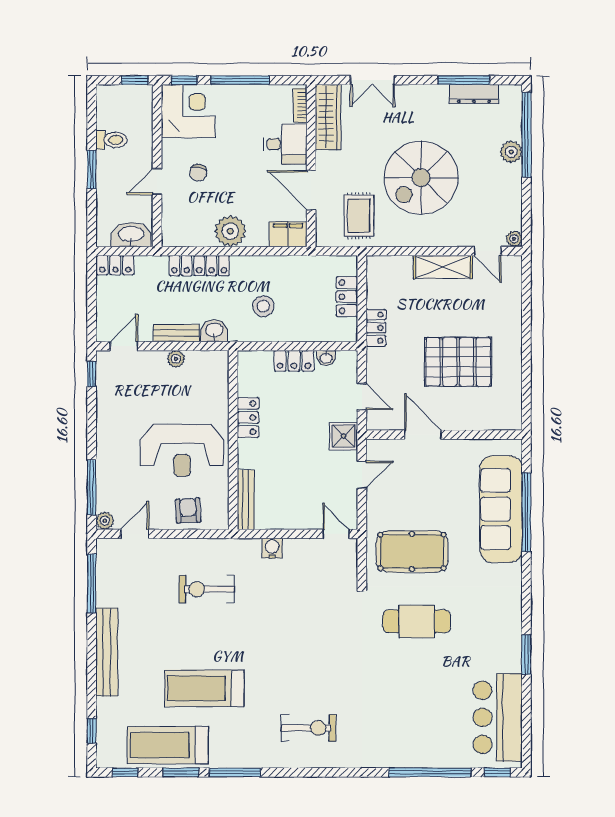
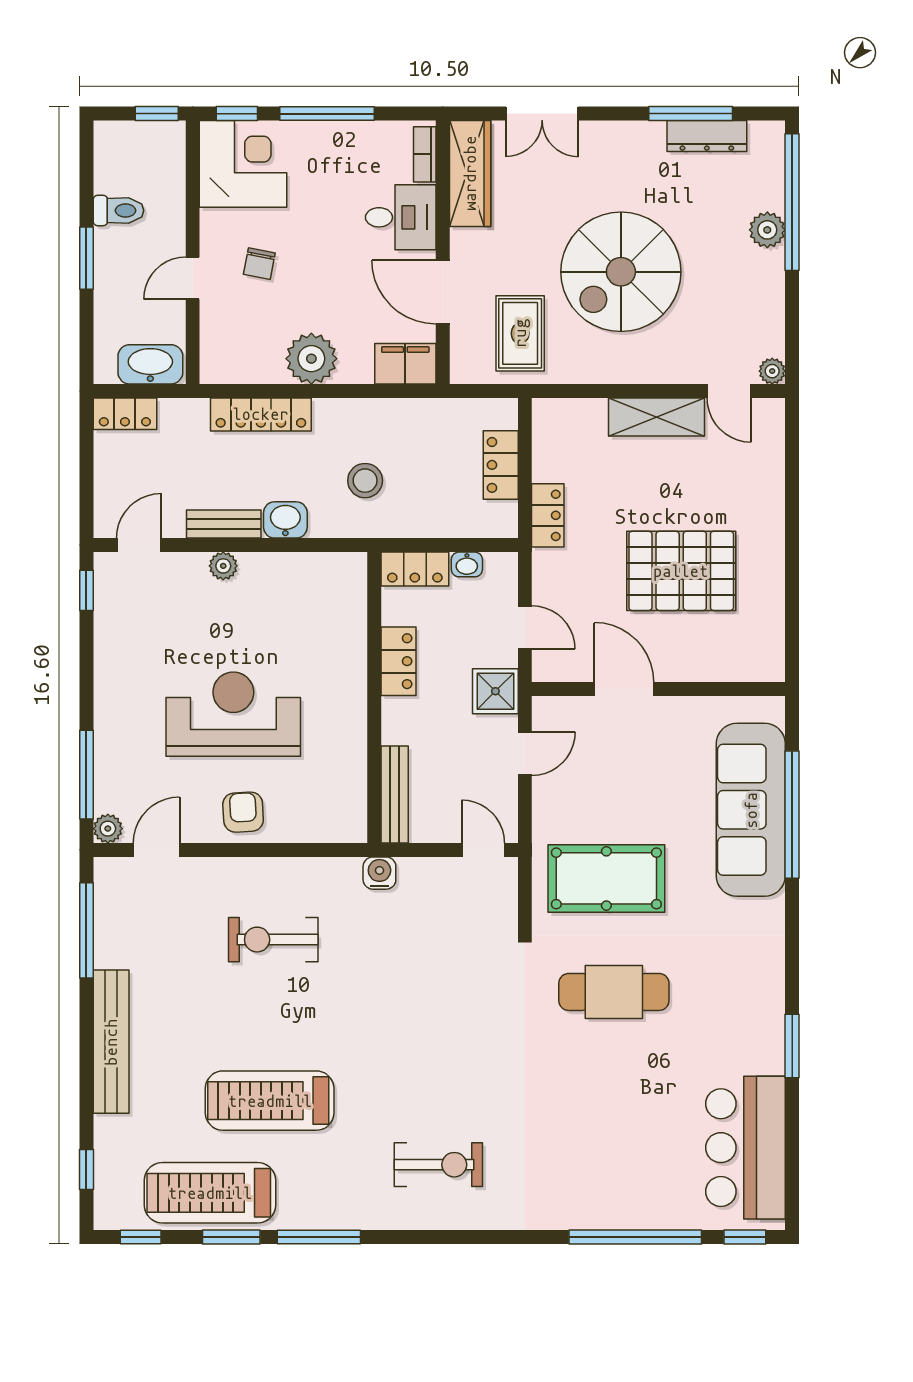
locker: (248, 418) -> (398, 661), moved
wall: (233, 440) -> (374, 698), moved
reception desk: (182, 450) -> (233, 714), turned 180
bench: (246, 500) -> (395, 794), moved

